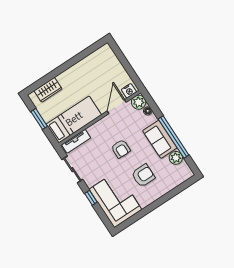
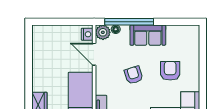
window: (174, 137) -> (129, 22), moved
armchair: (121, 149) -> (134, 75), turned -108
plant: (176, 158) -> (173, 32), removed

